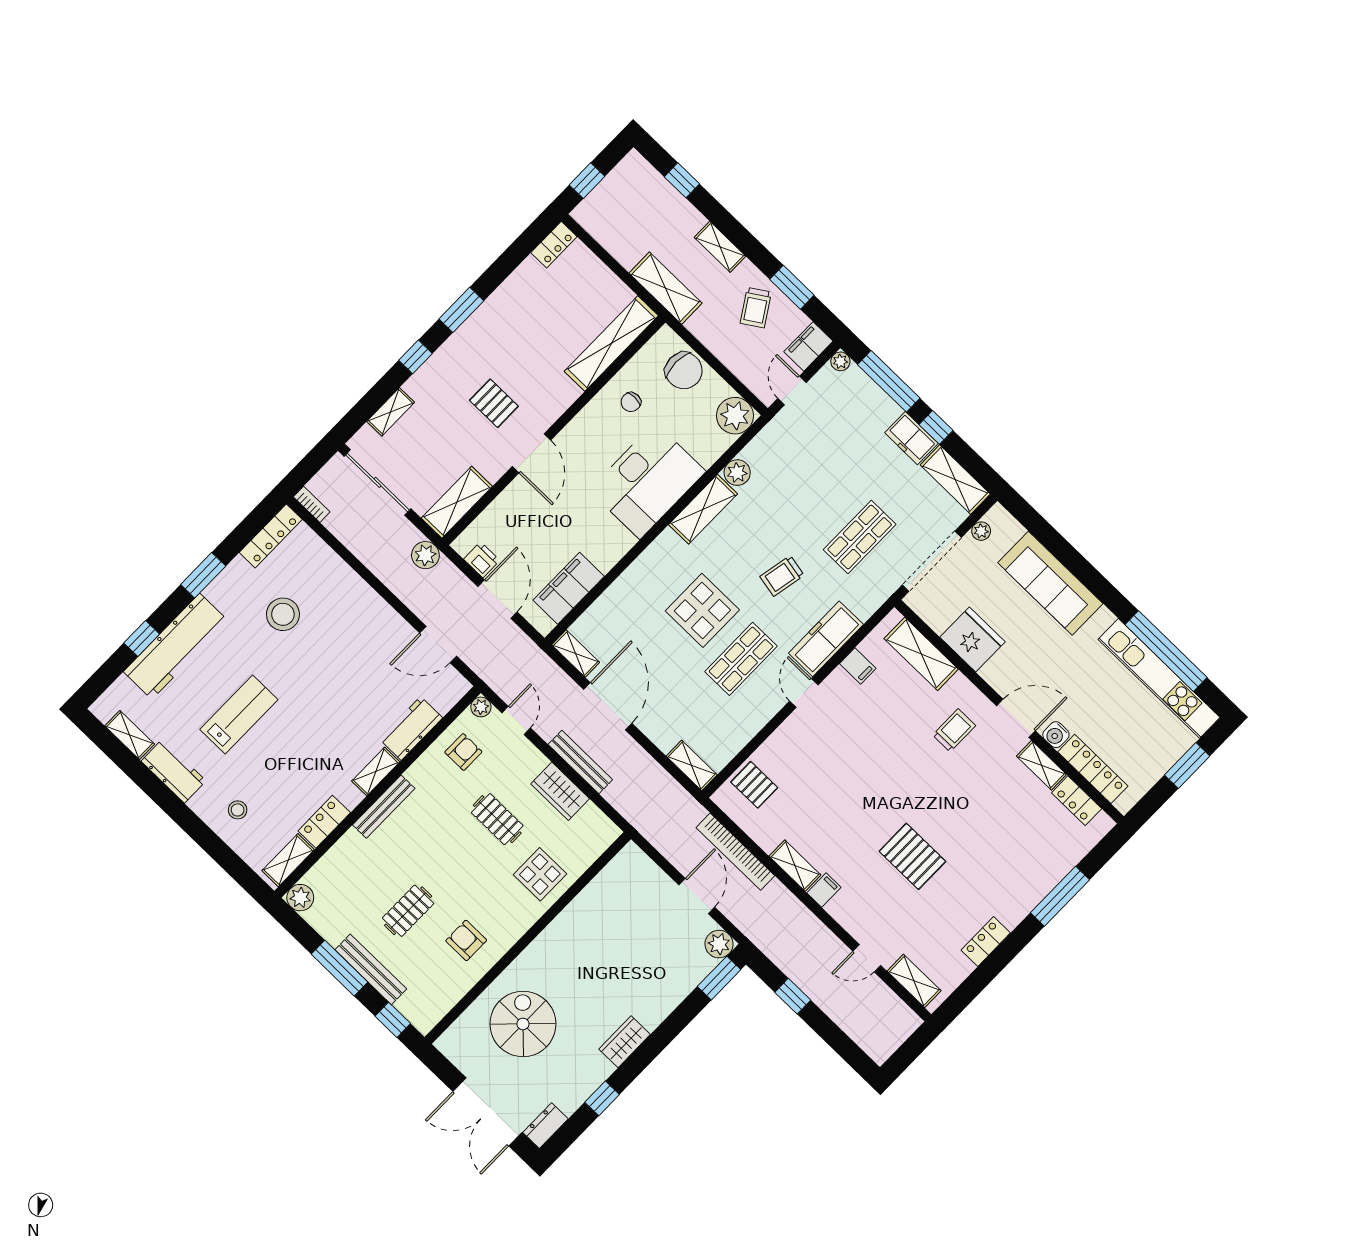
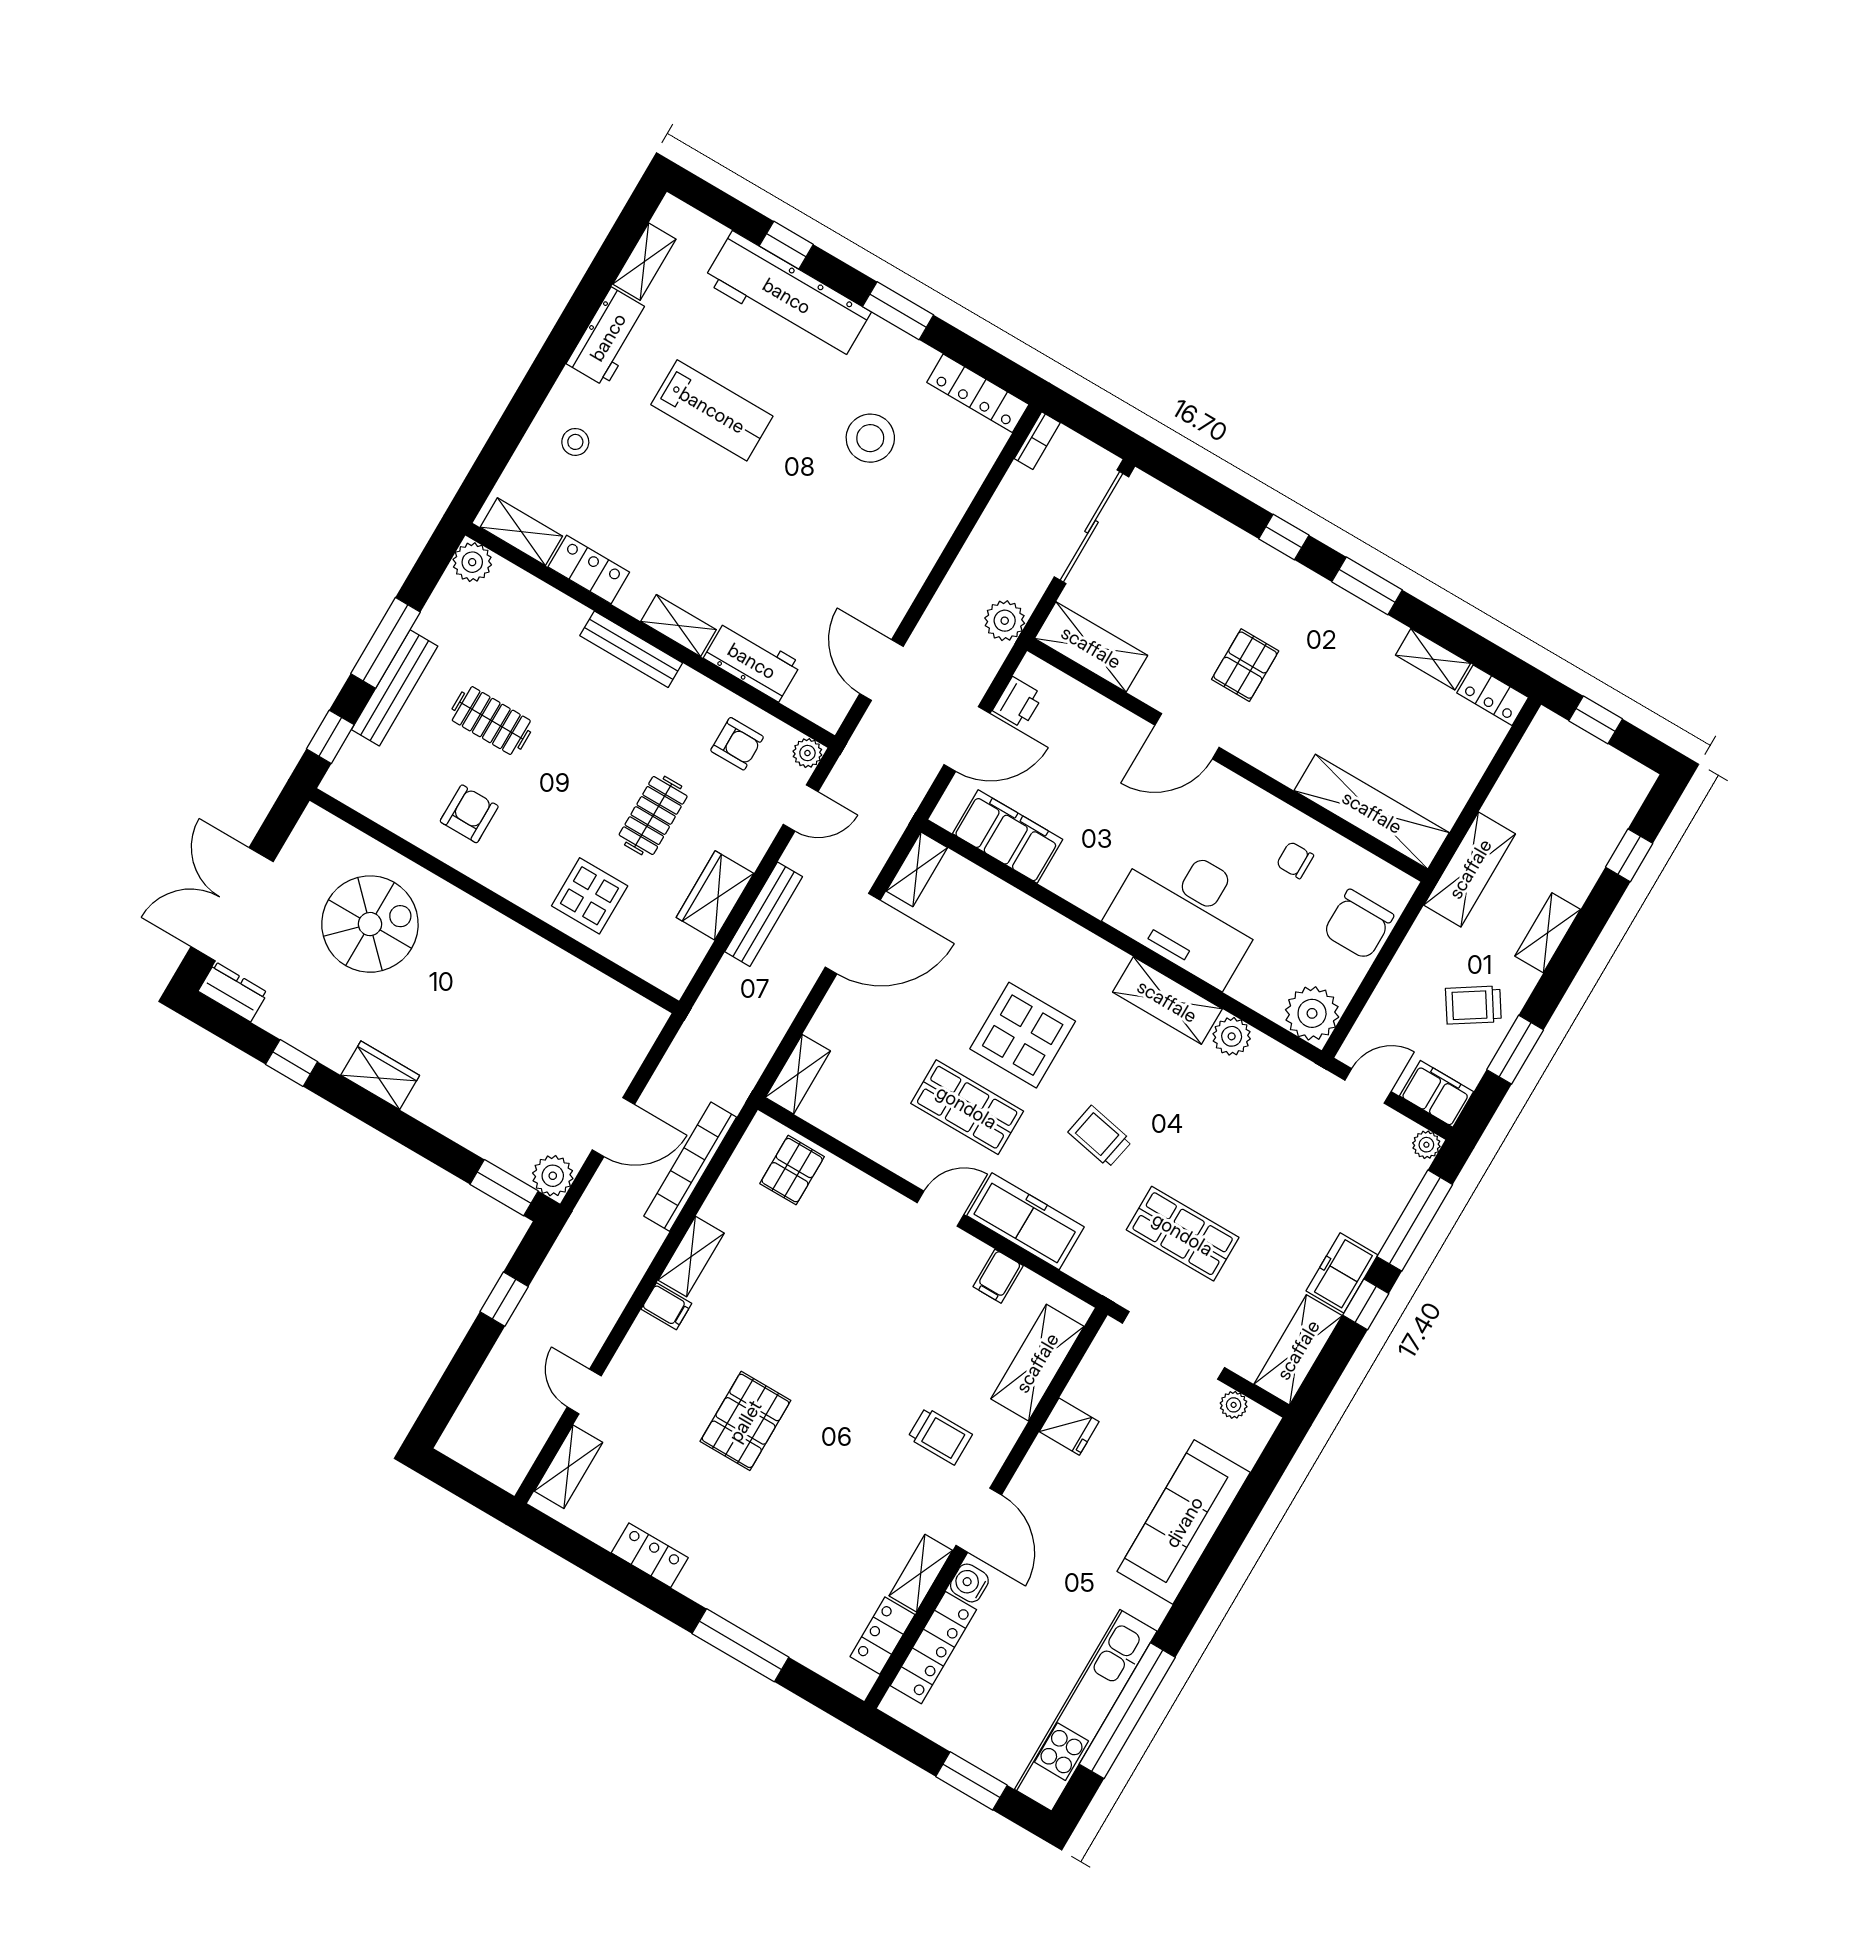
shelving: (391, 412) -> (1433, 659), moved
fridge: (973, 640) -> (1069, 1427), width x0.53, depth x0.75

